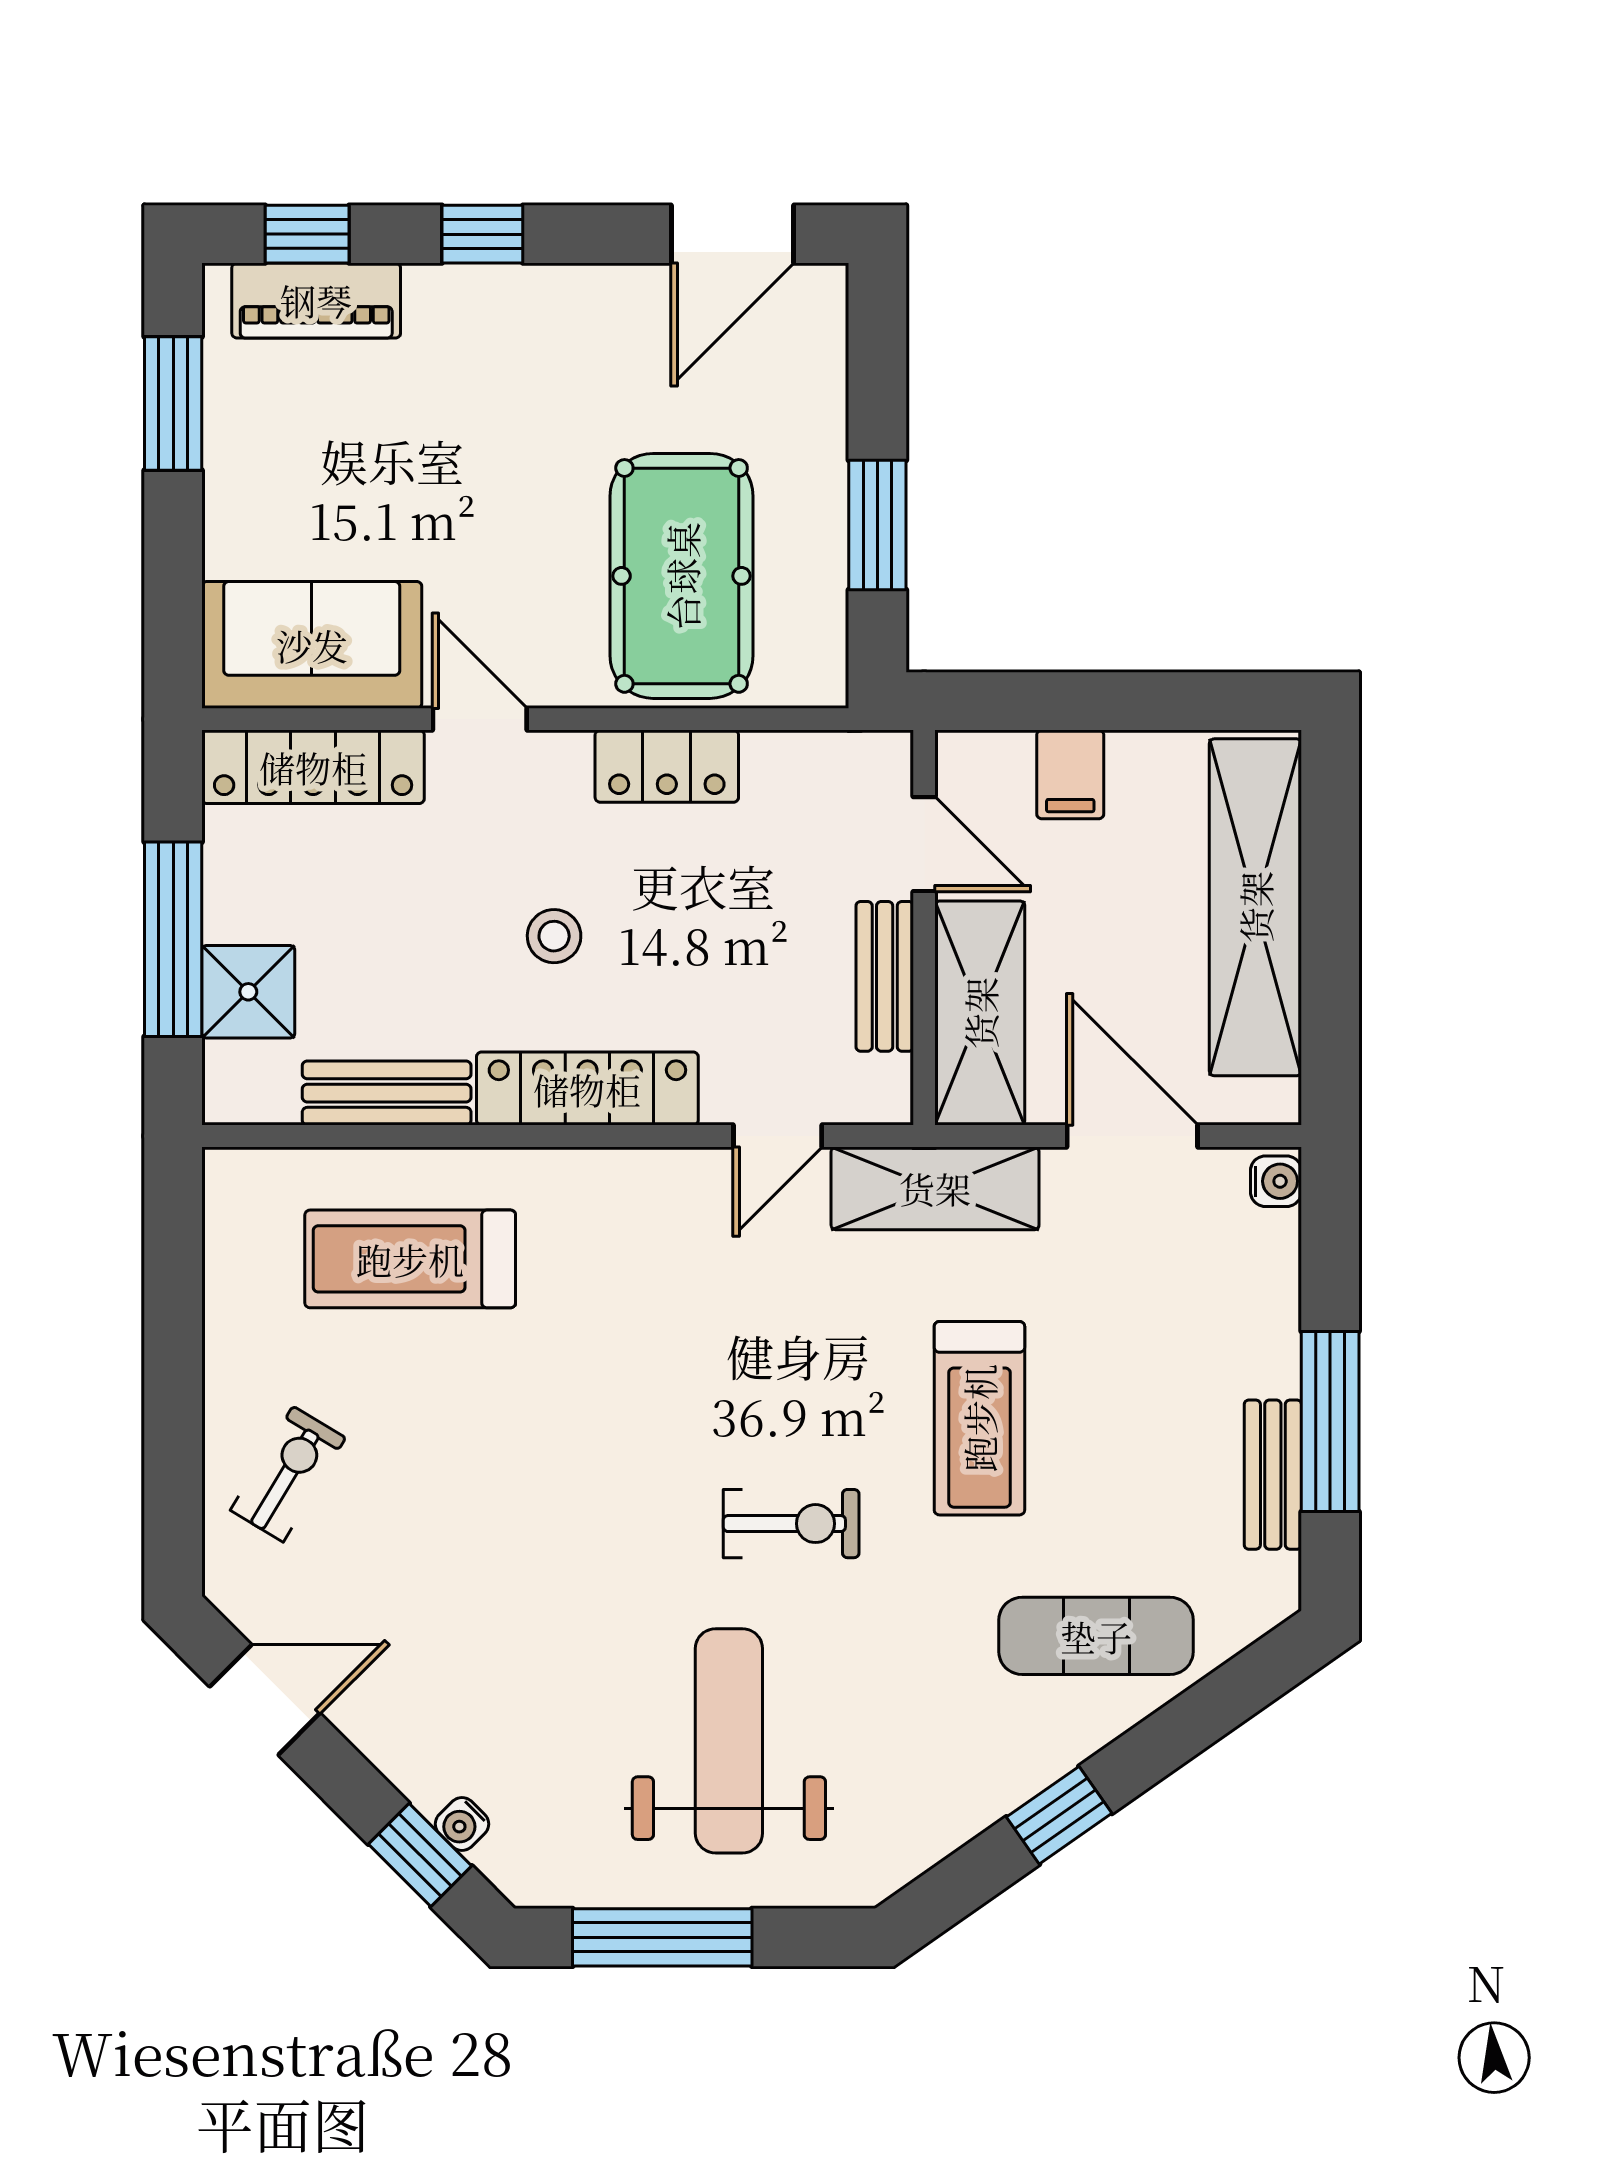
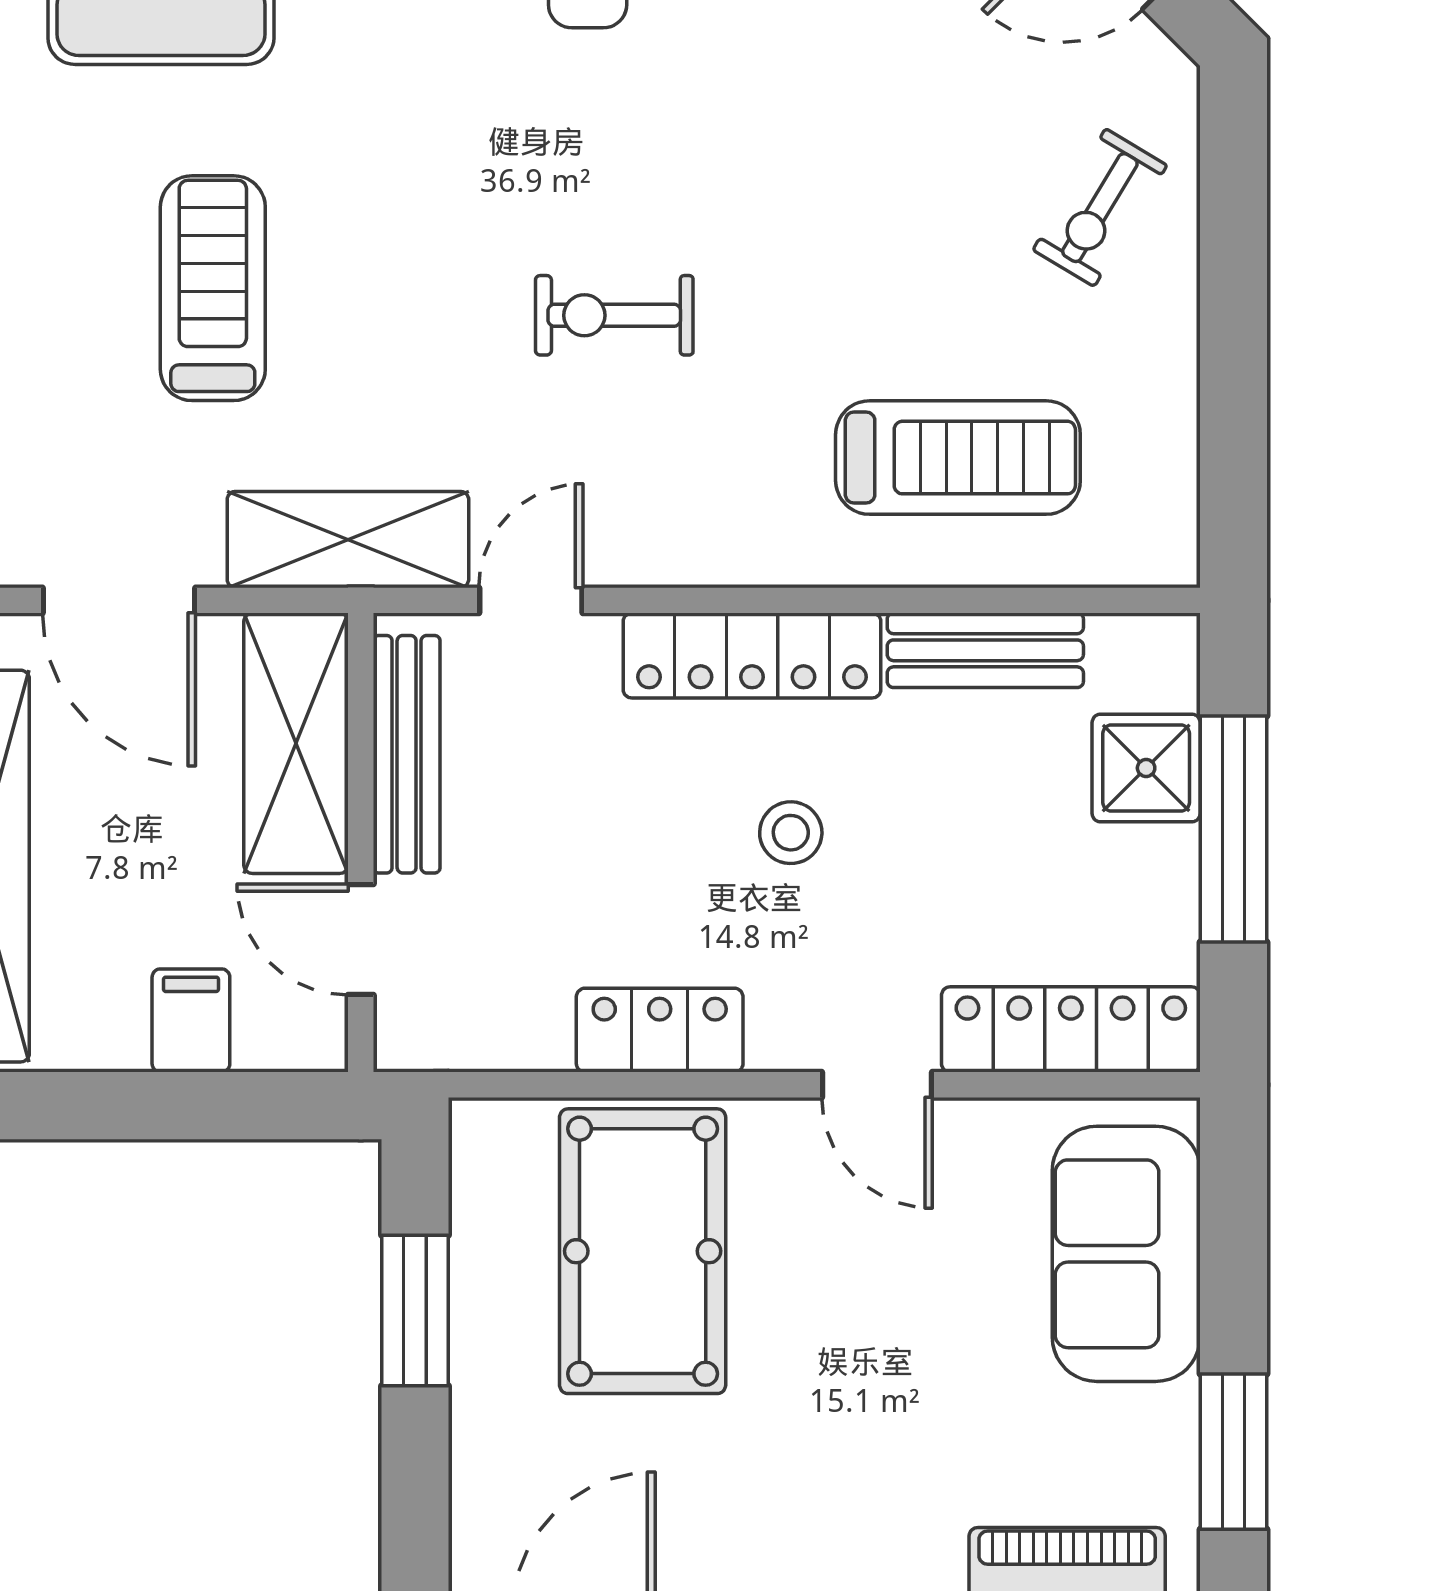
sofa: (312, 645) -> (1126, 1254), moved, turned 90
bench: (885, 976) -> (407, 754), width x1.36
treadmill: (979, 1418) -> (213, 288), moved
exercise bike: (791, 1524) -> (614, 315), moved

